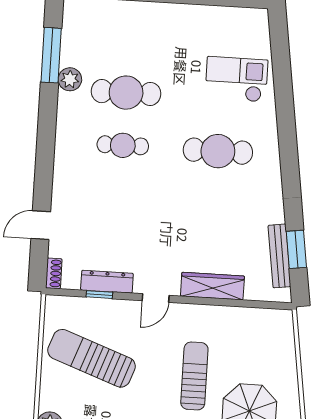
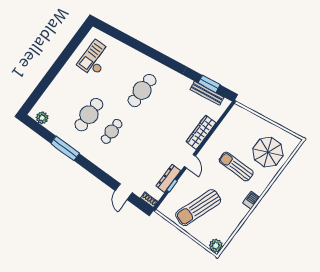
window: (51, 55) -> (65, 148), moved
plant: (70, 79) -> (42, 118), moved
checkout: (236, 79) -> (95, 59), moved

